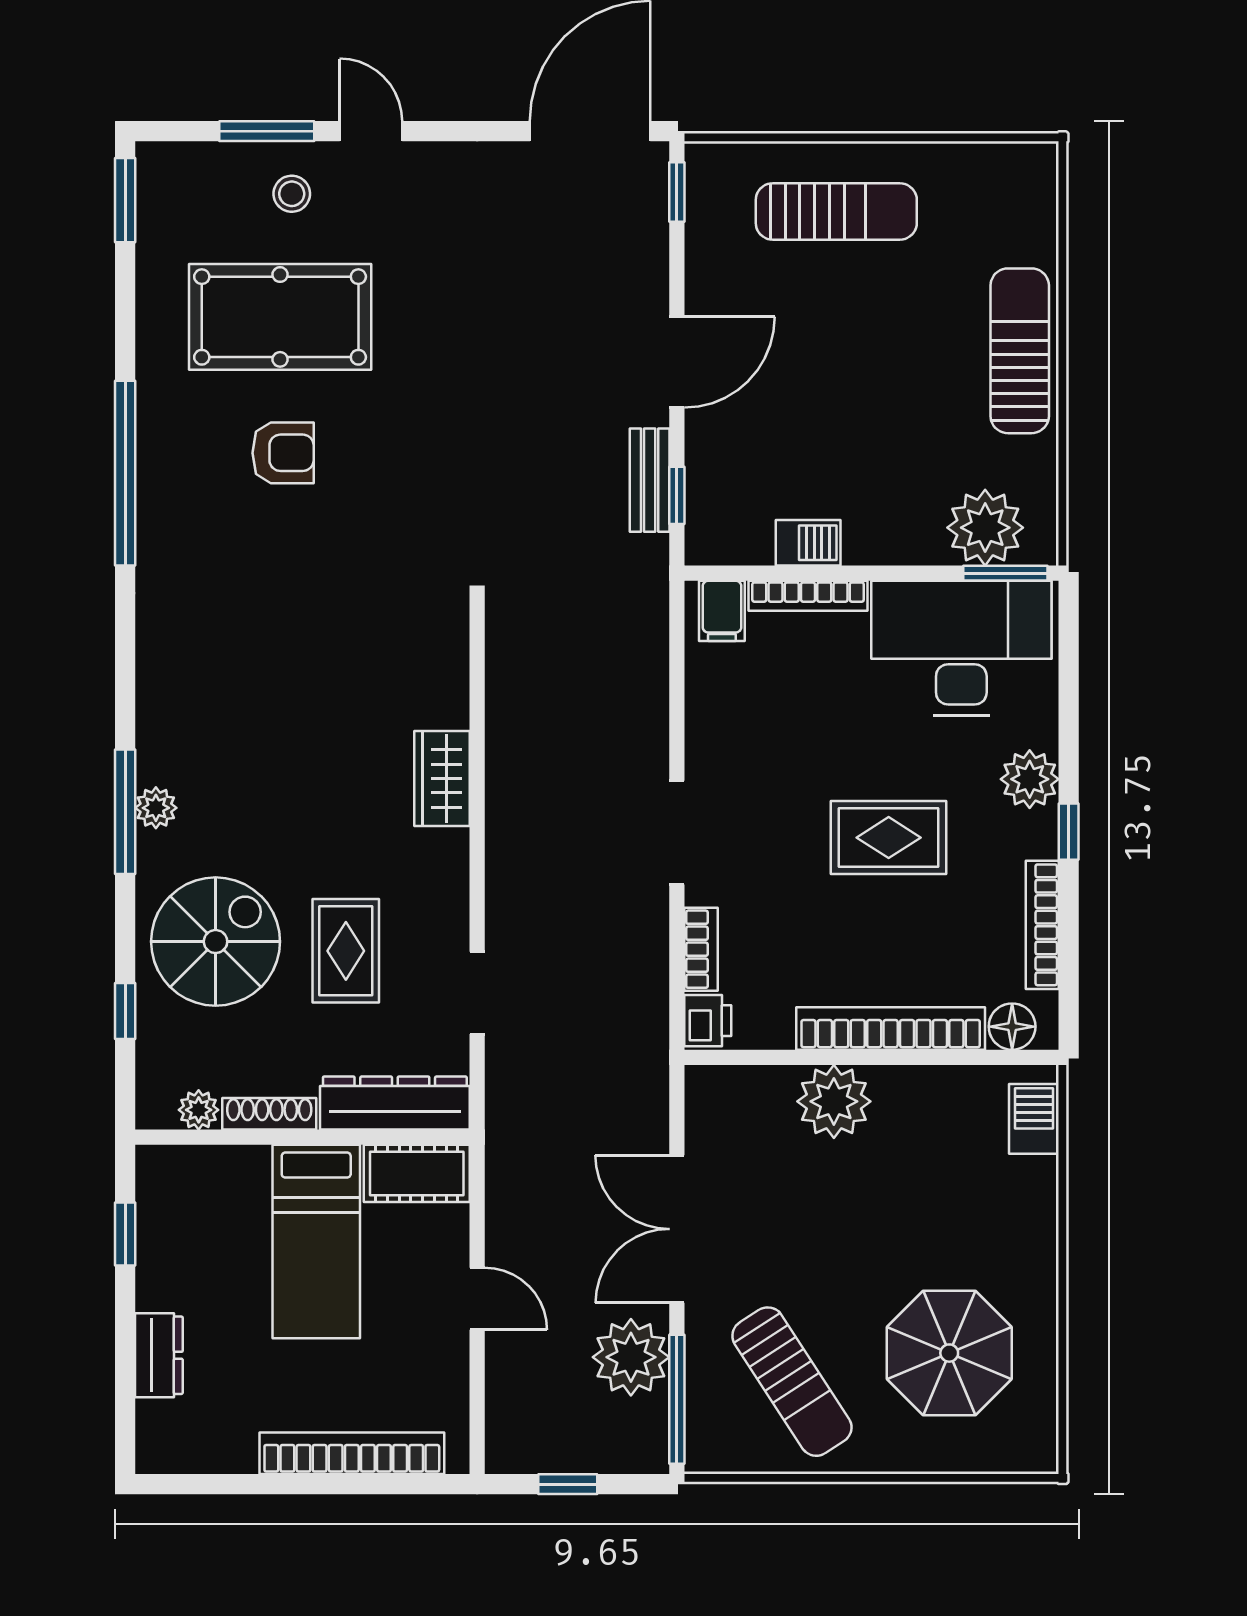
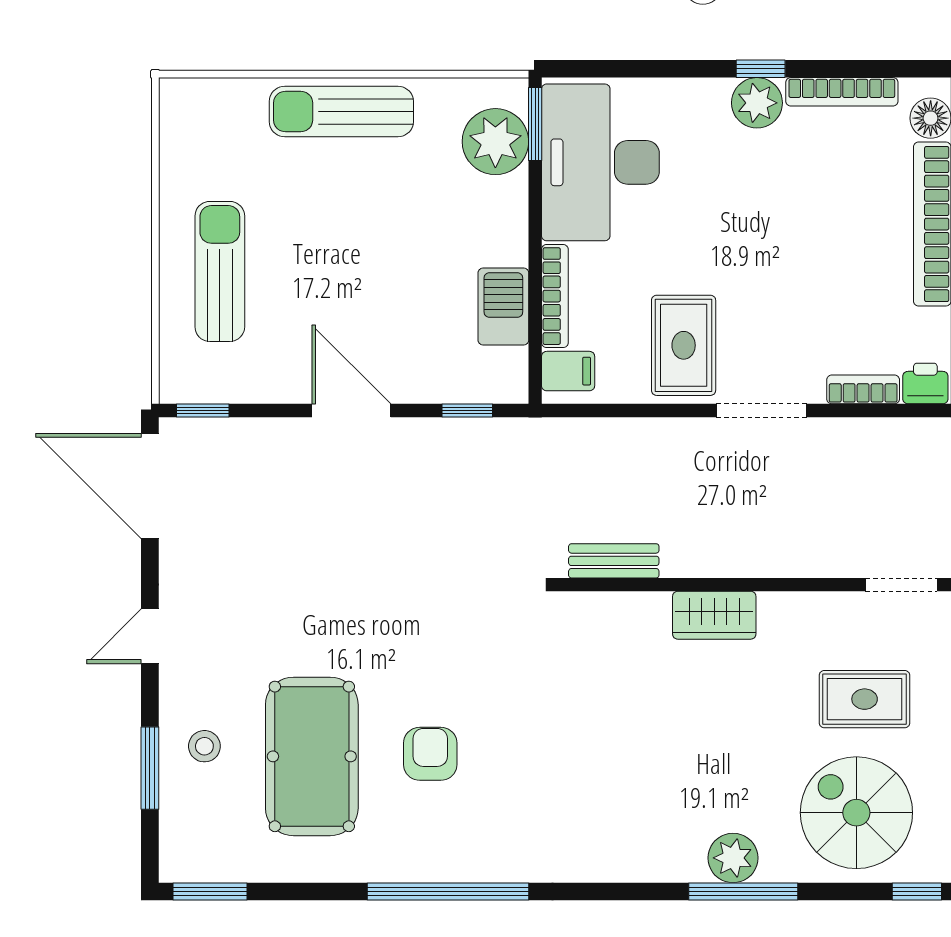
door: (371, 131) -> (150, 636), moved
bench: (650, 480) -> (614, 561), moved
barbecue: (808, 543) -> (503, 307), width x1.38, depth x1.27
plant: (1030, 779) -> (757, 103), moved
plant: (156, 808) -> (733, 858), width x1.38, depth x1.38
rug: (889, 838) -> (684, 345), moved

